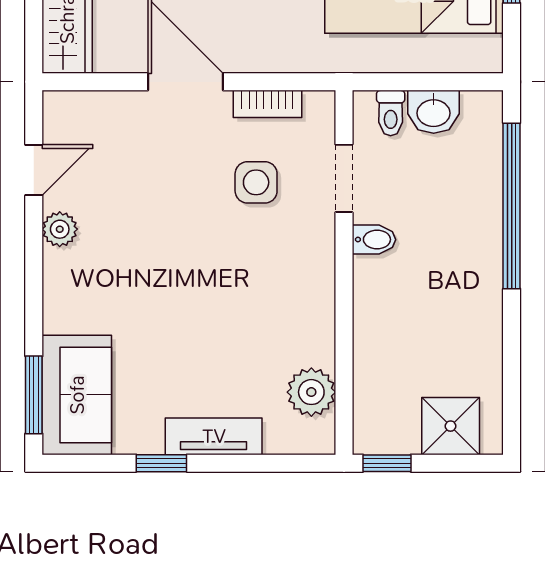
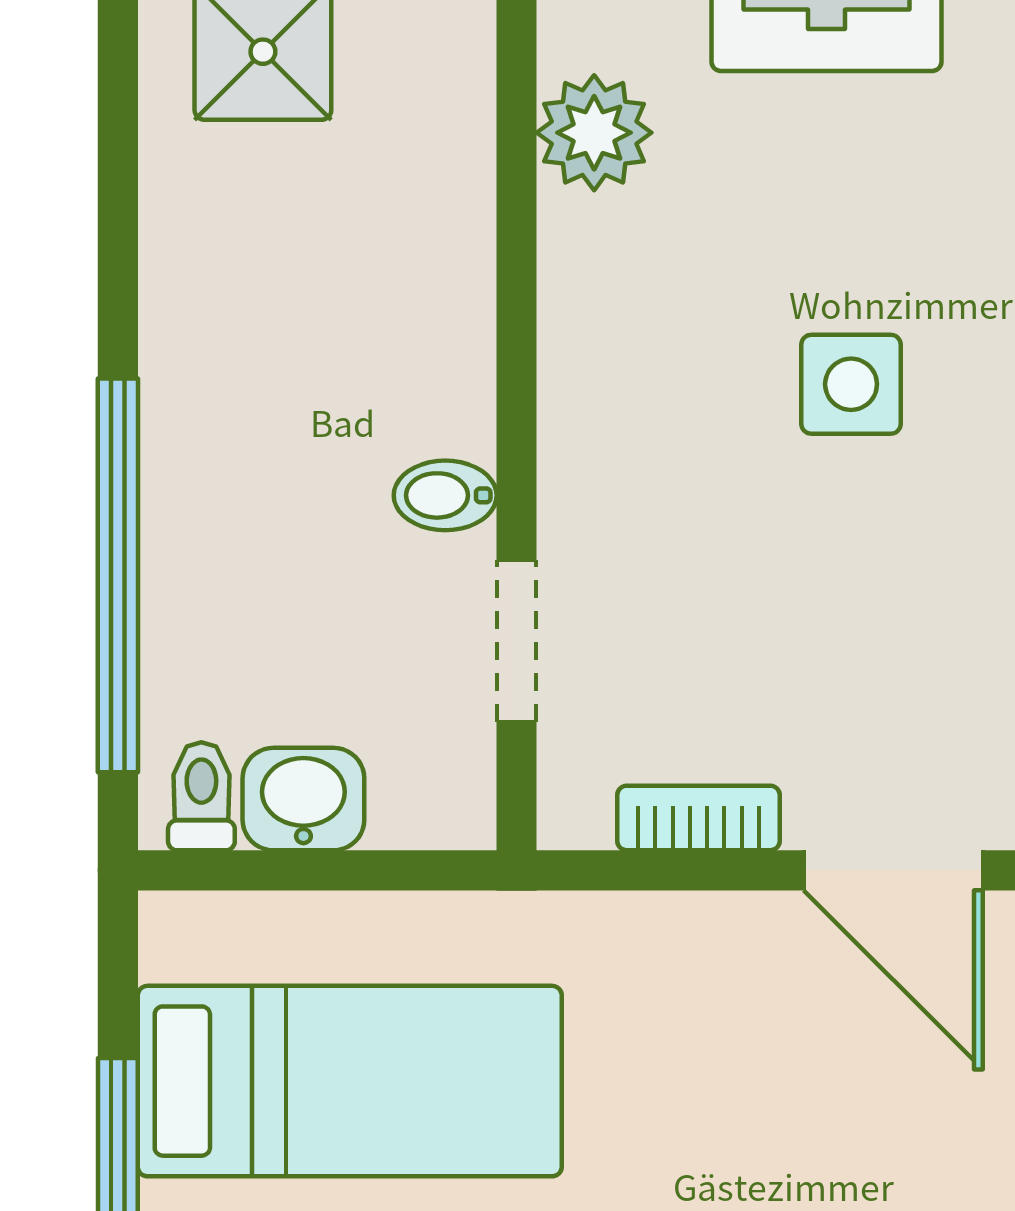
toilet: (391, 113) -> (201, 796), moved
side table: (256, 182) -> (851, 384), moved

